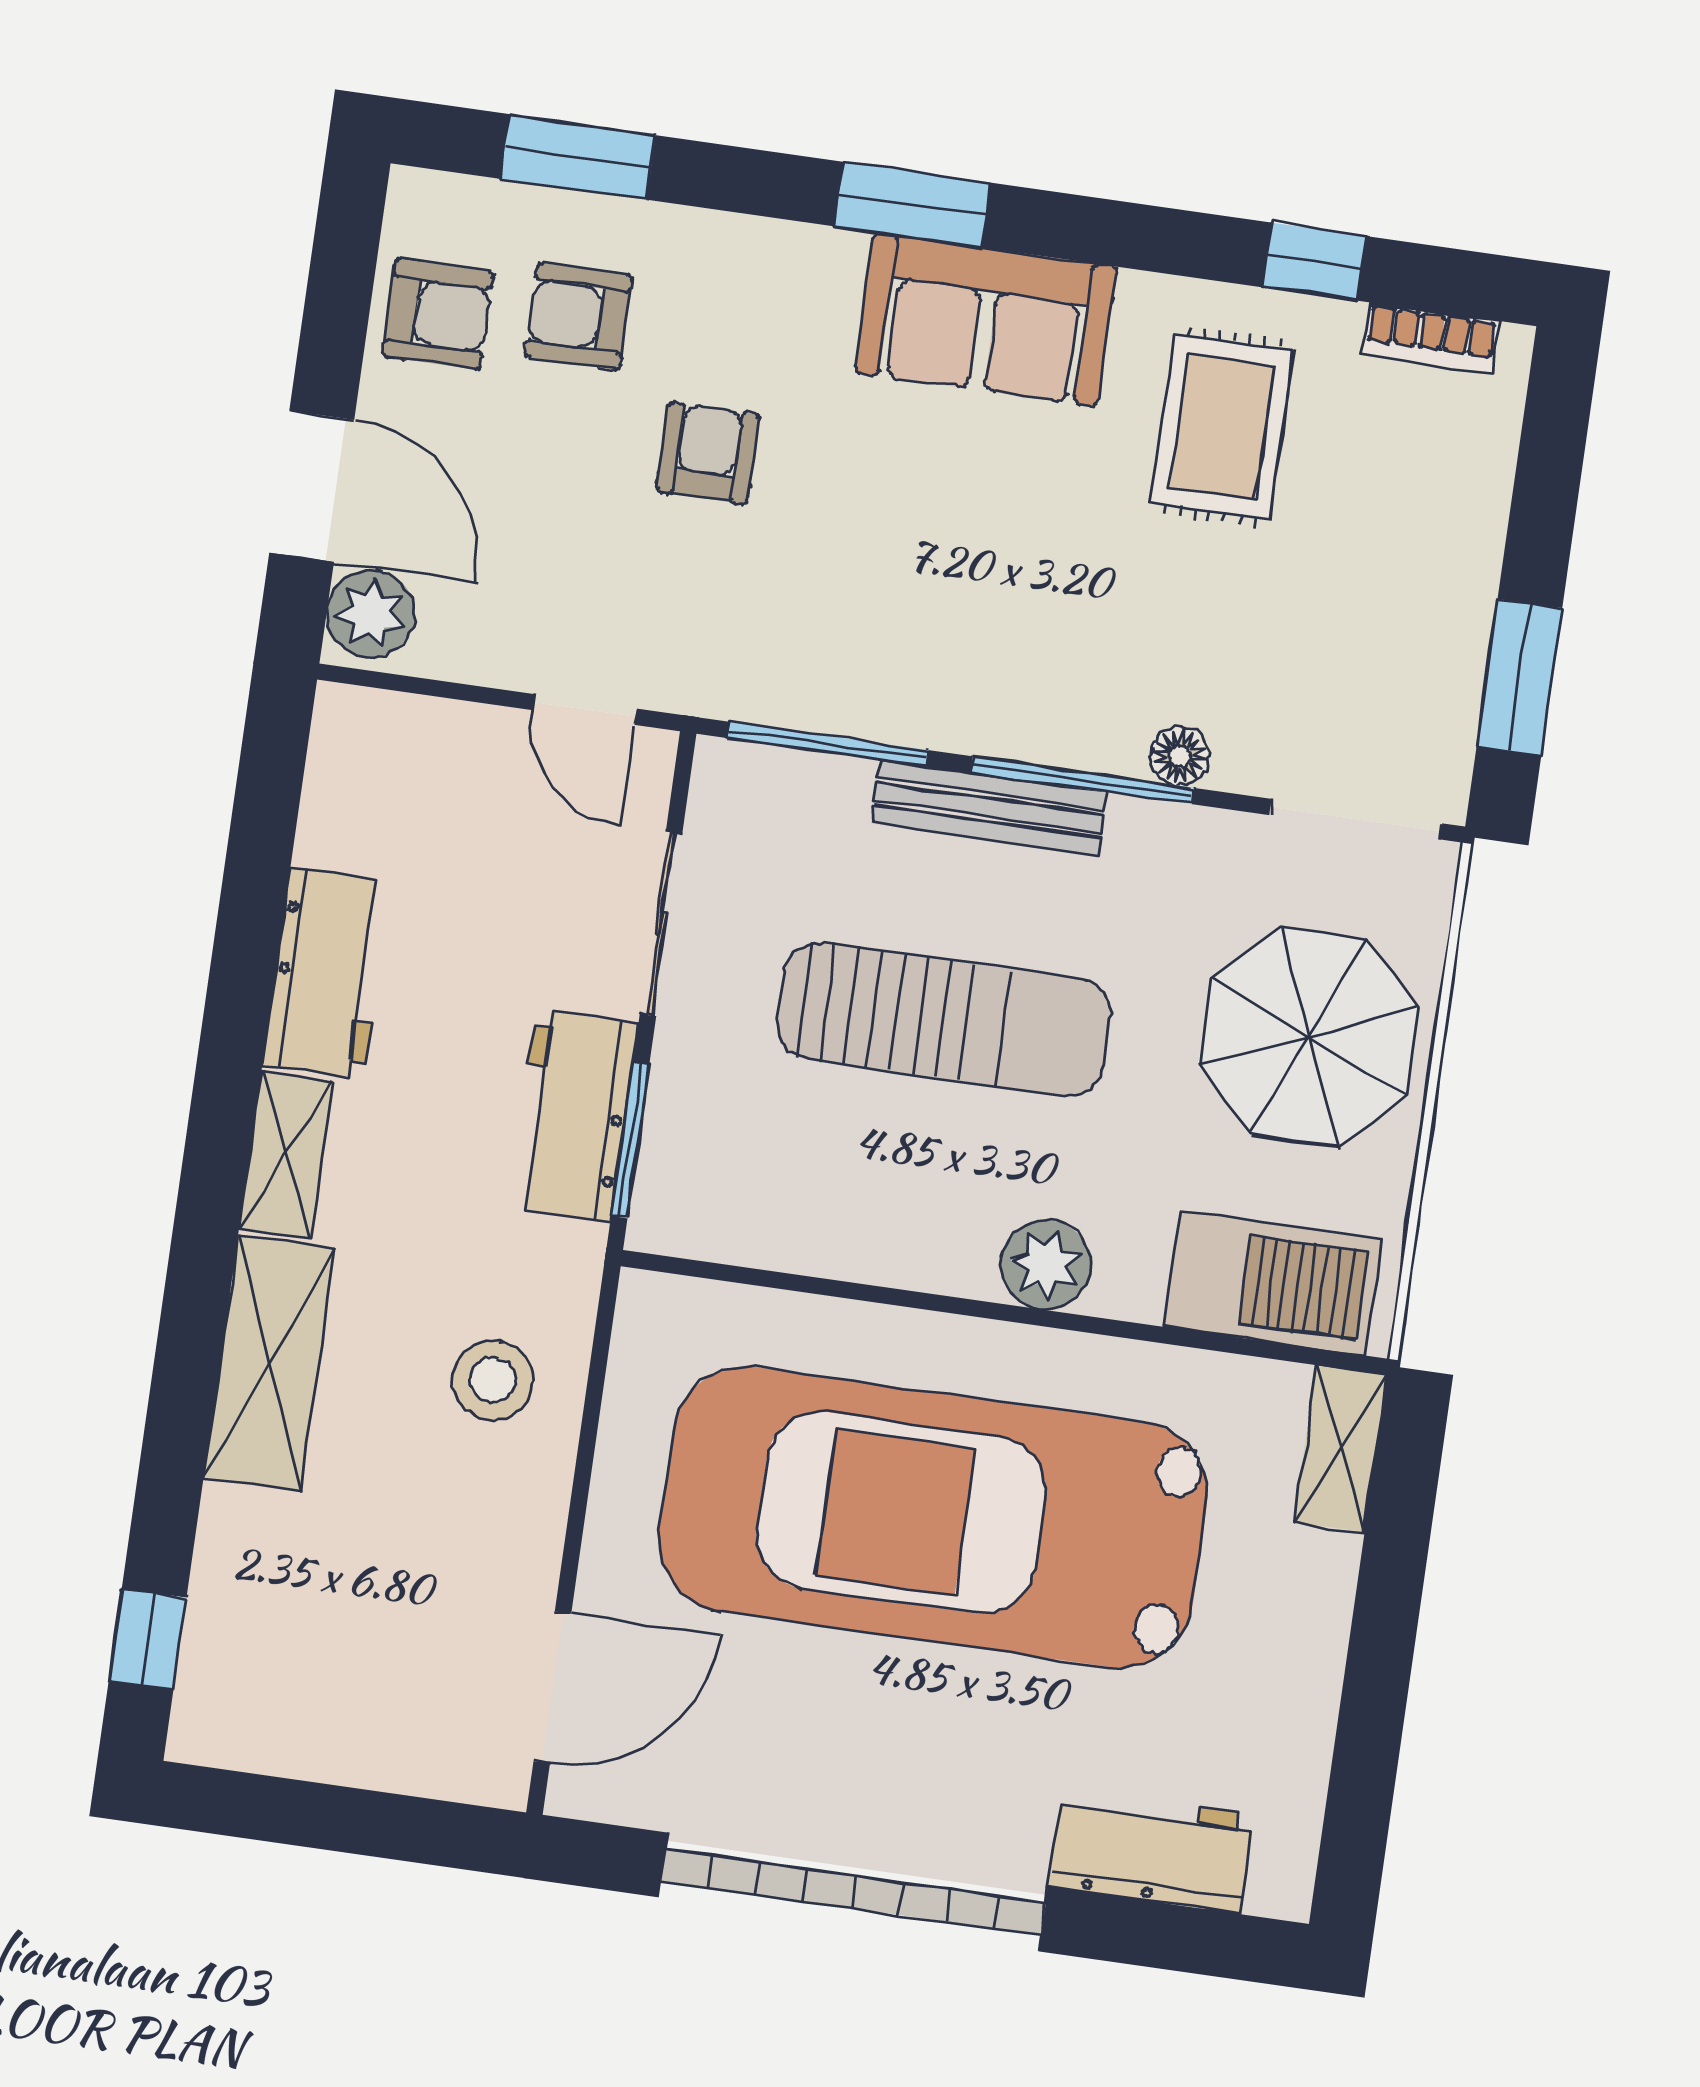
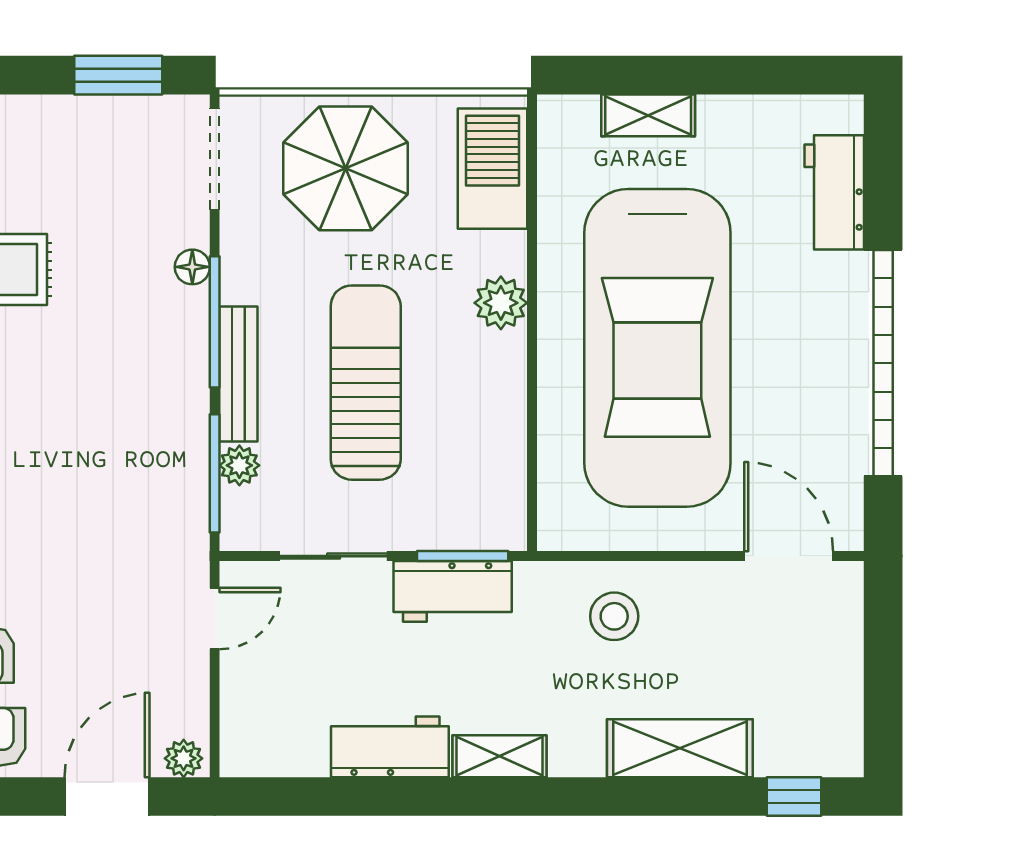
armchair: (708, 453) -> (55, 568), removed
plant: (371, 614) -> (184, 758), width x0.73, depth x0.73
plant: (836, 787) -> (239, 465), added
shelving: (270, 1363) -> (680, 748), moved
shelving: (1341, 1449) -> (648, 115), moved

